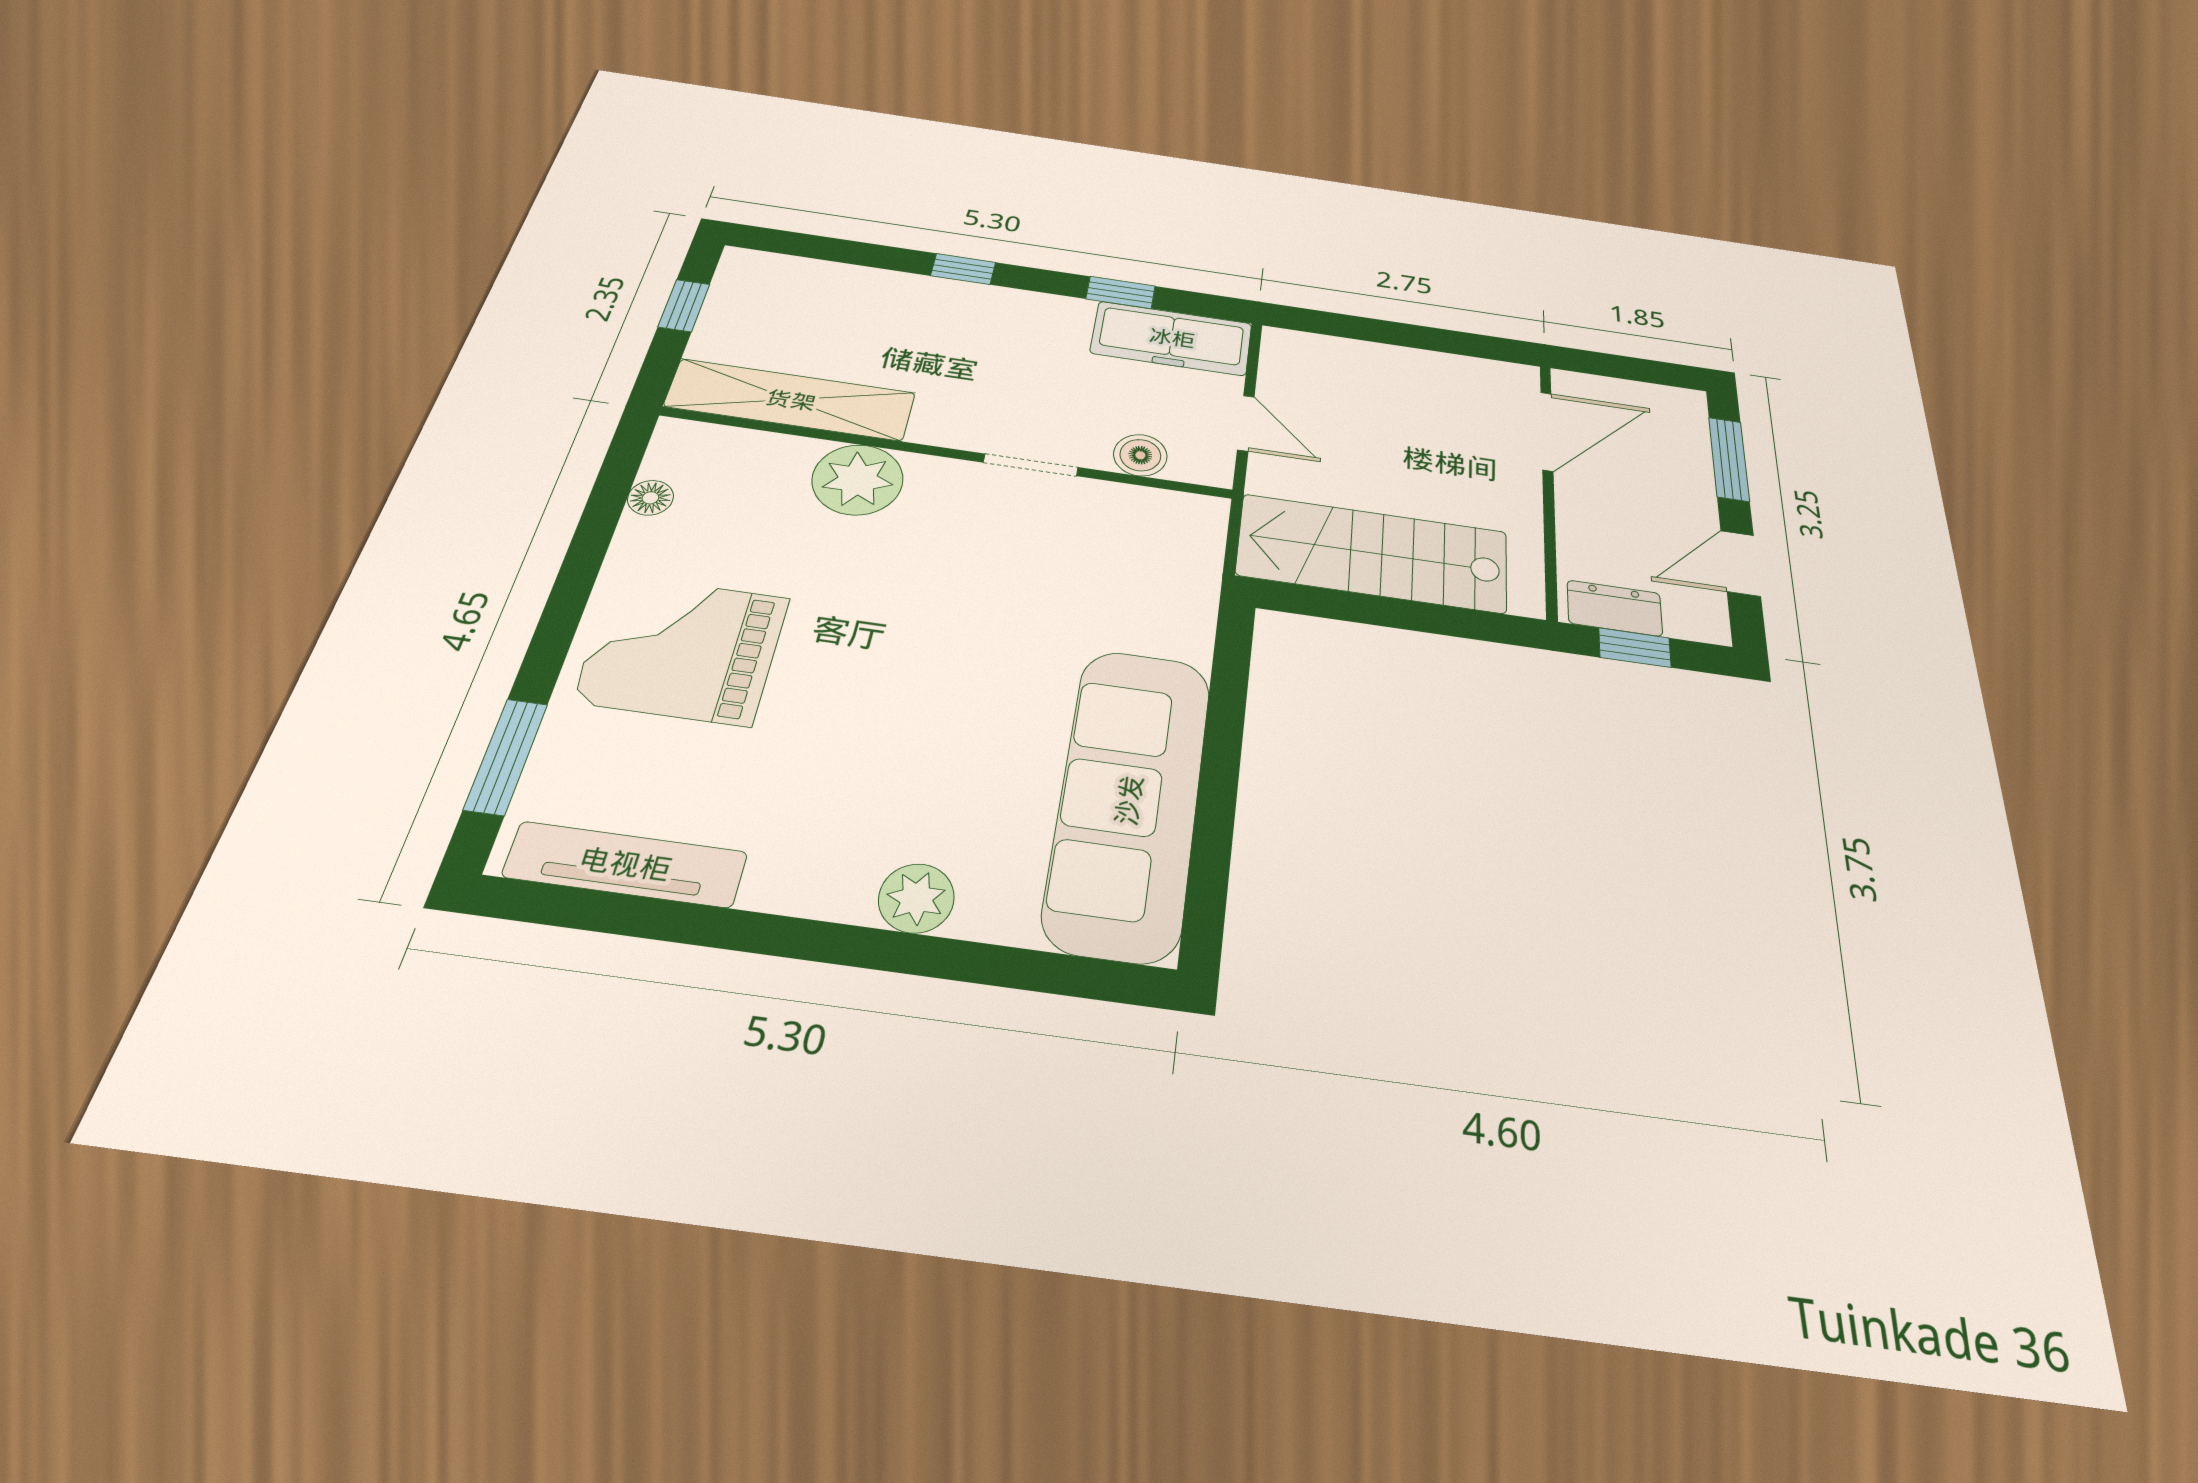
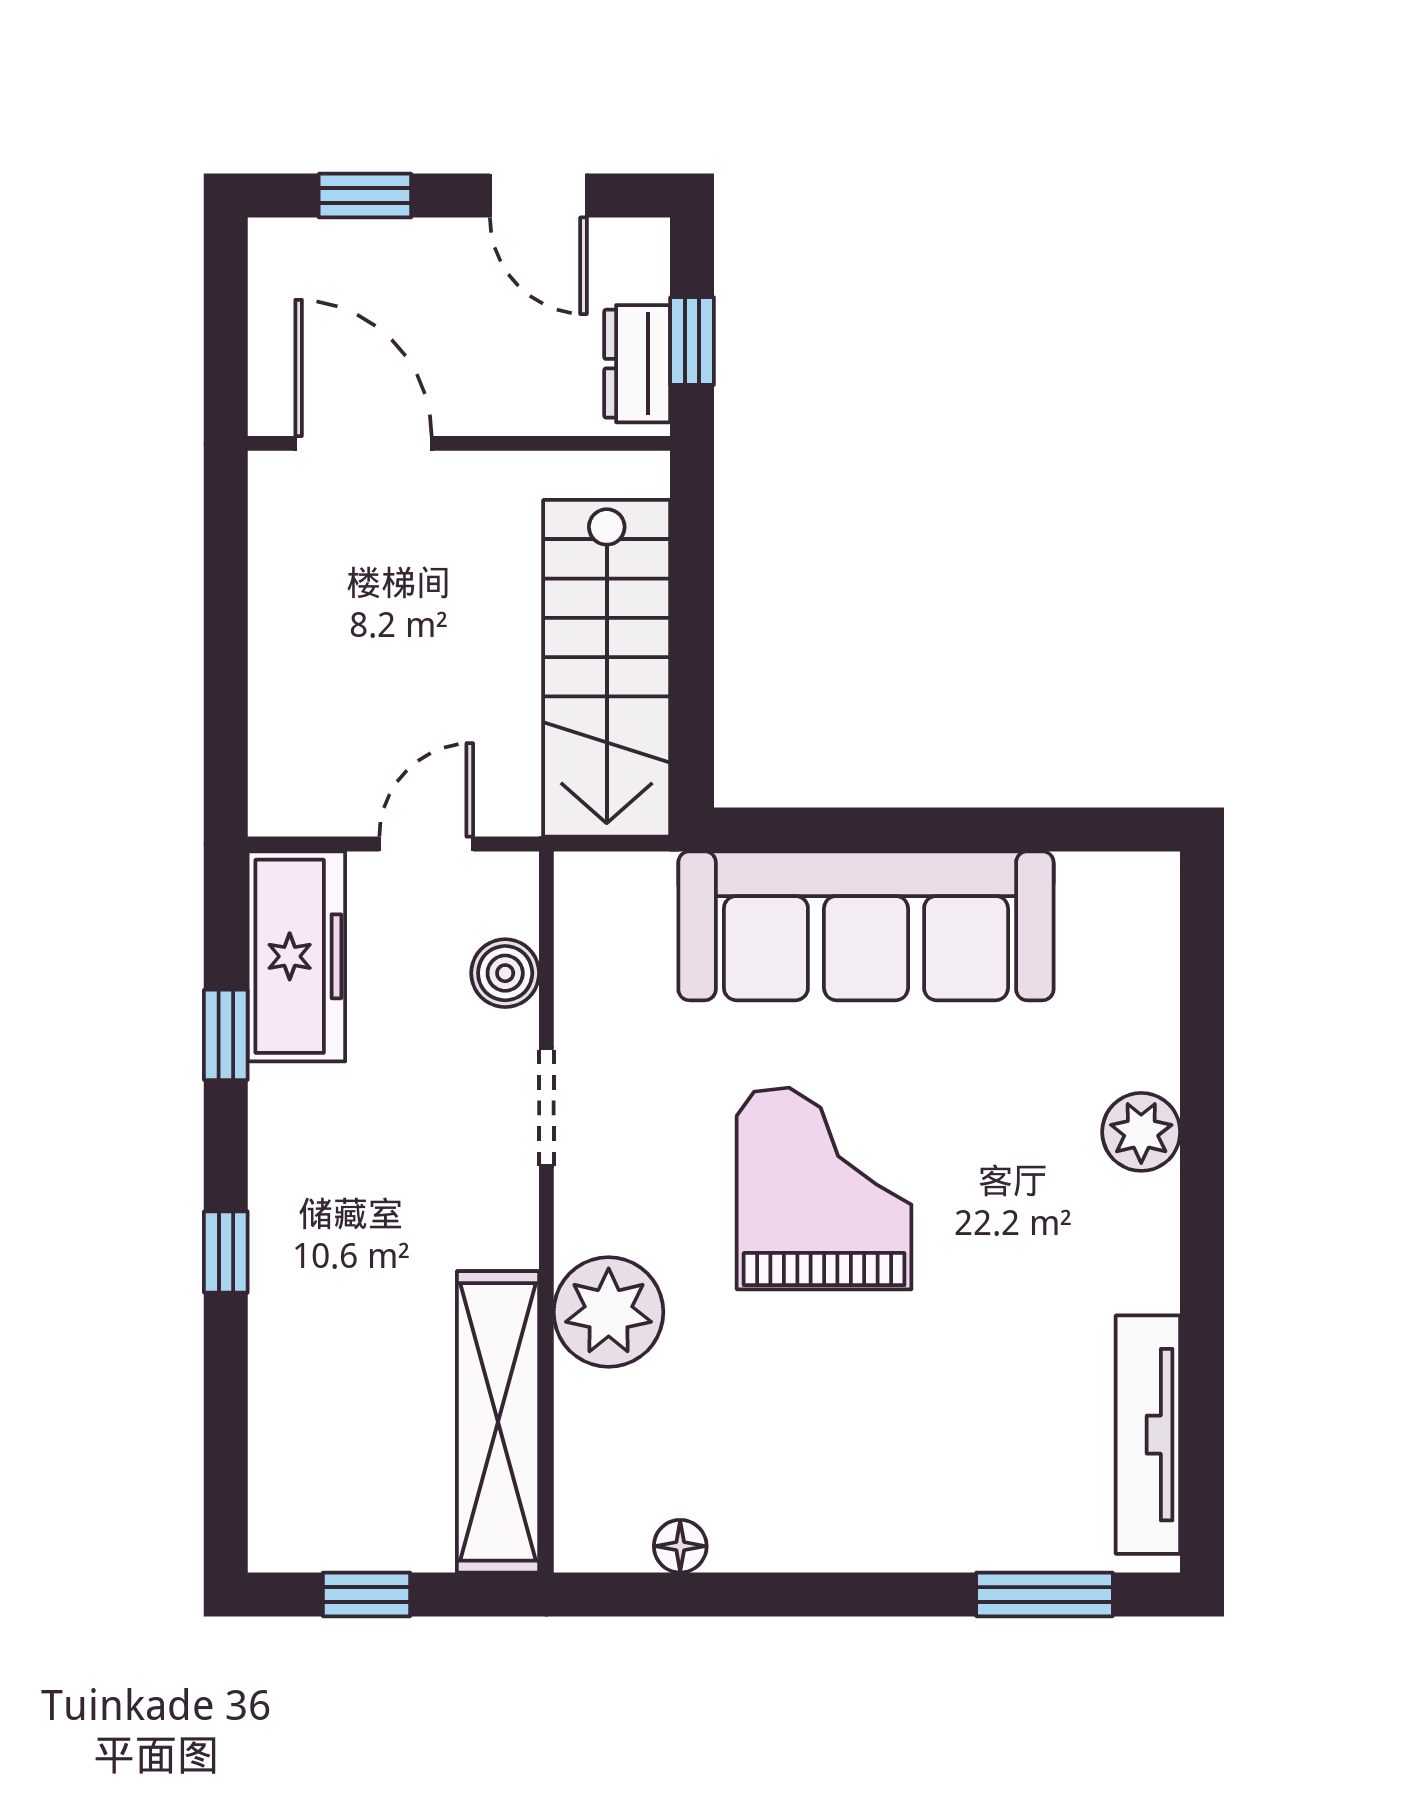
window: (1729, 459) -> (365, 196), width x0.67
grand piano: (683, 649) -> (824, 1188), moved, turned 180
sofa: (1129, 800) -> (866, 926), moved

